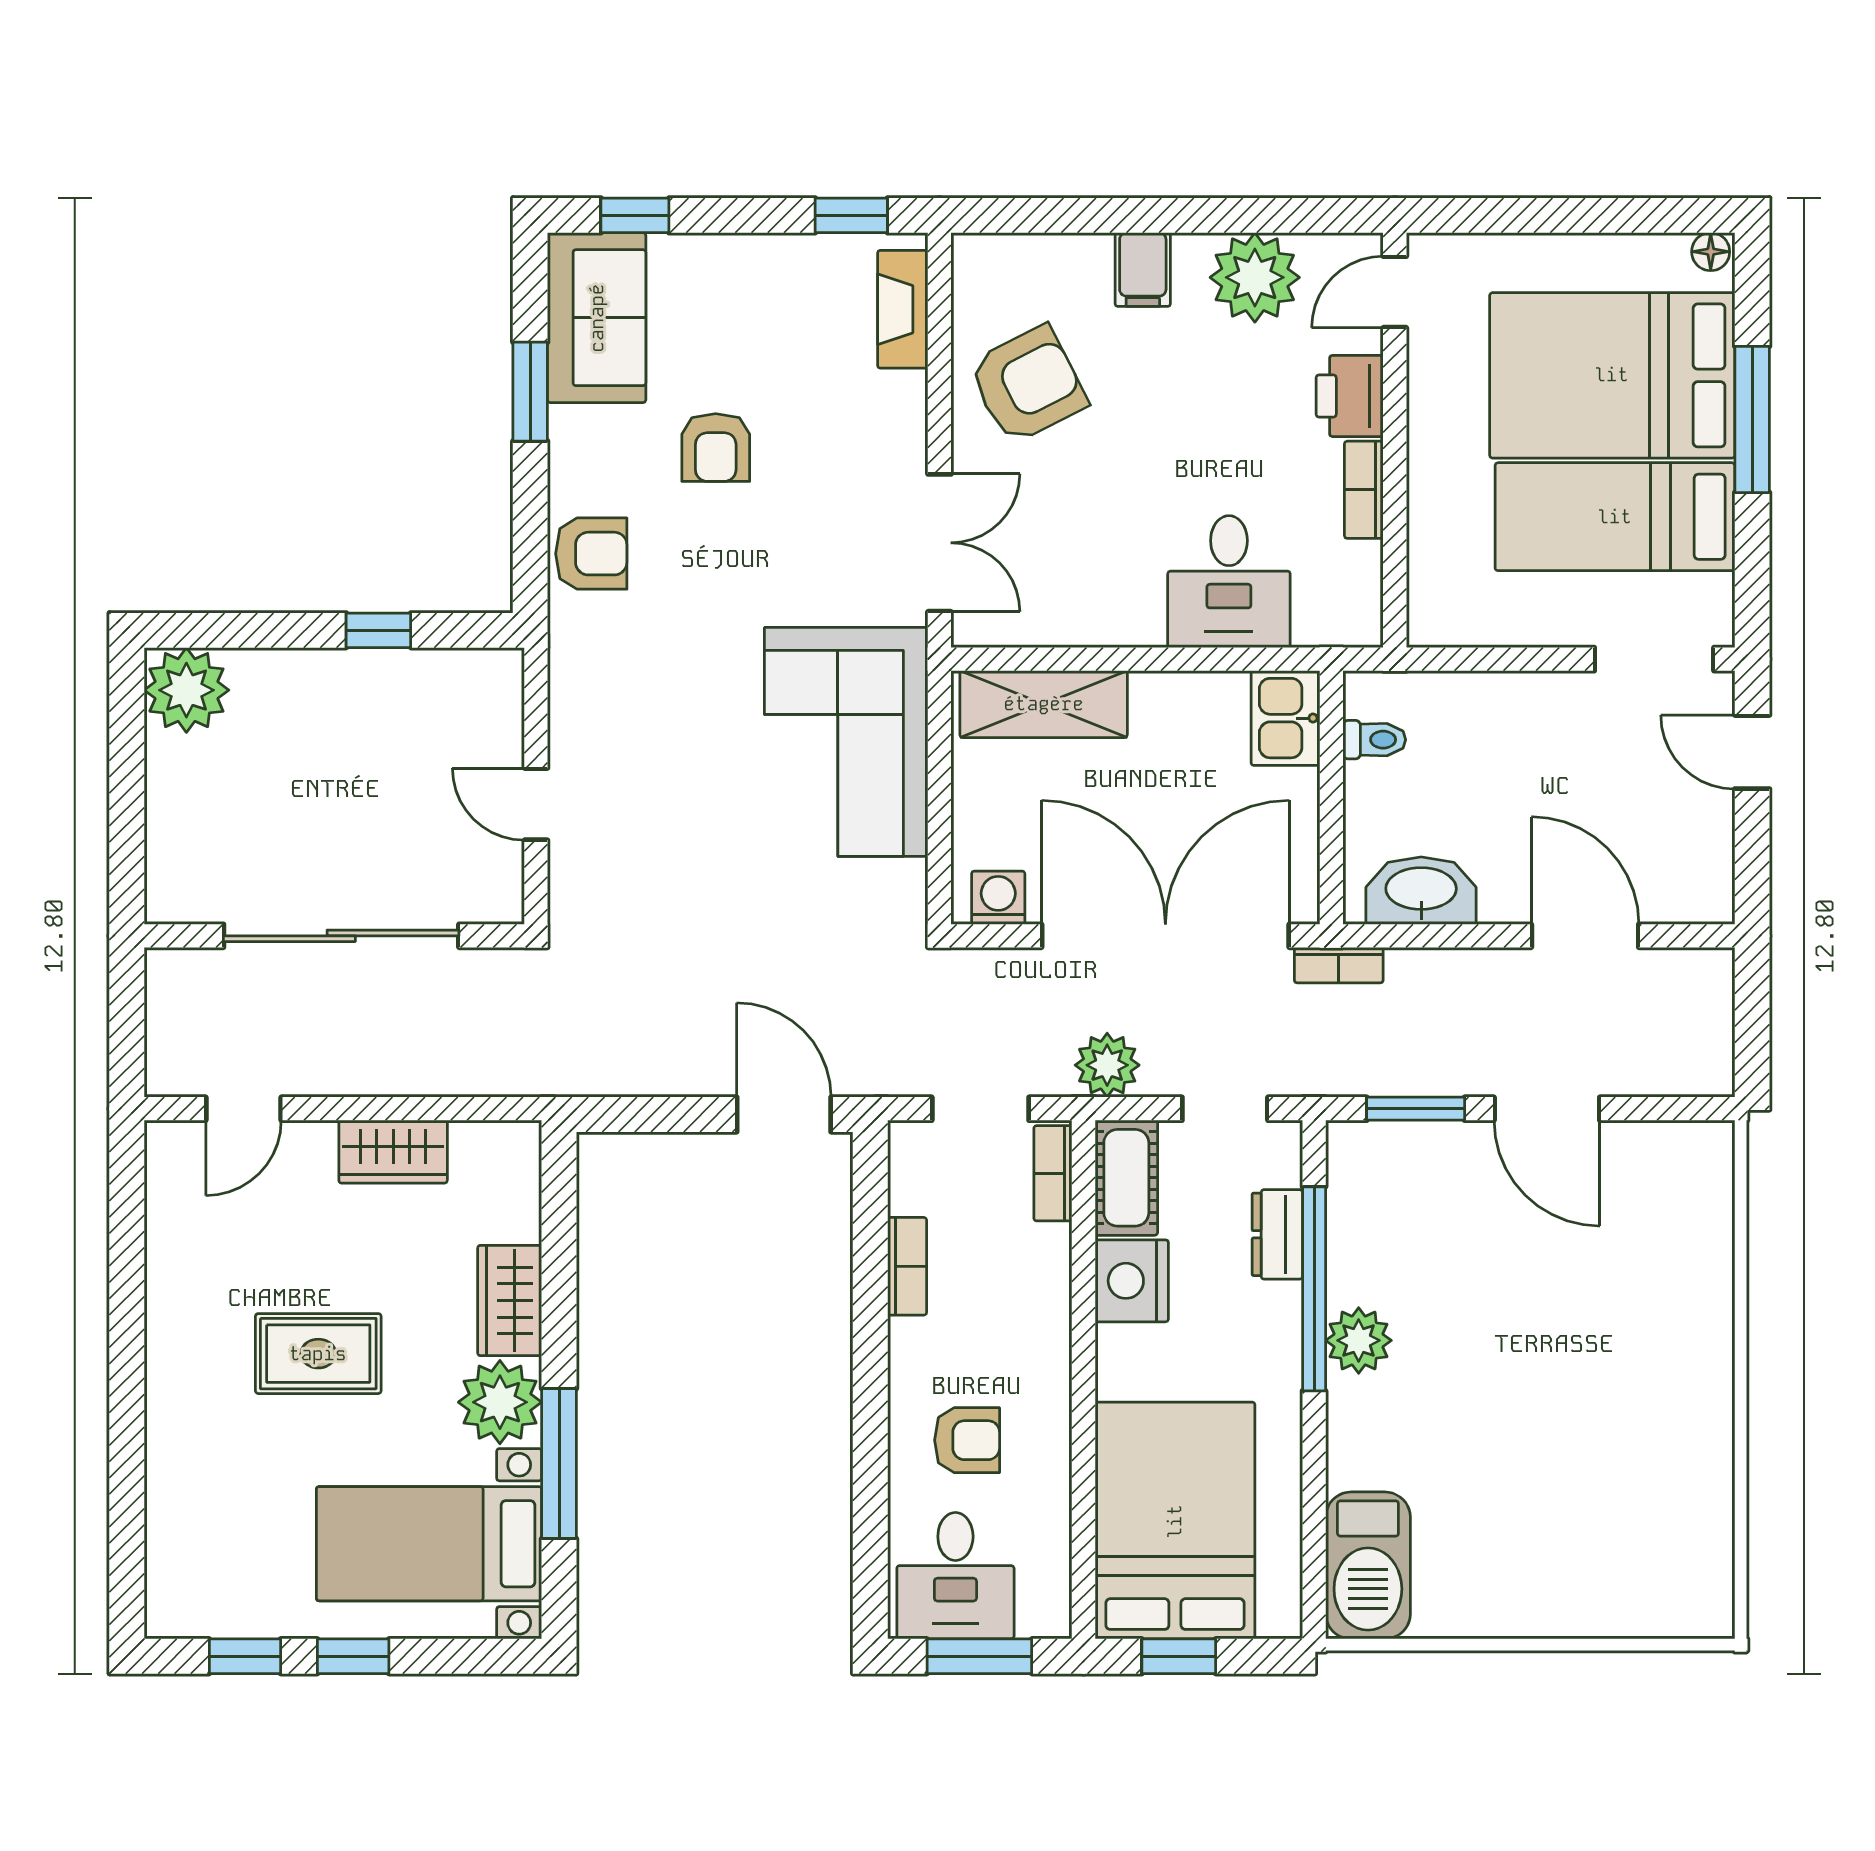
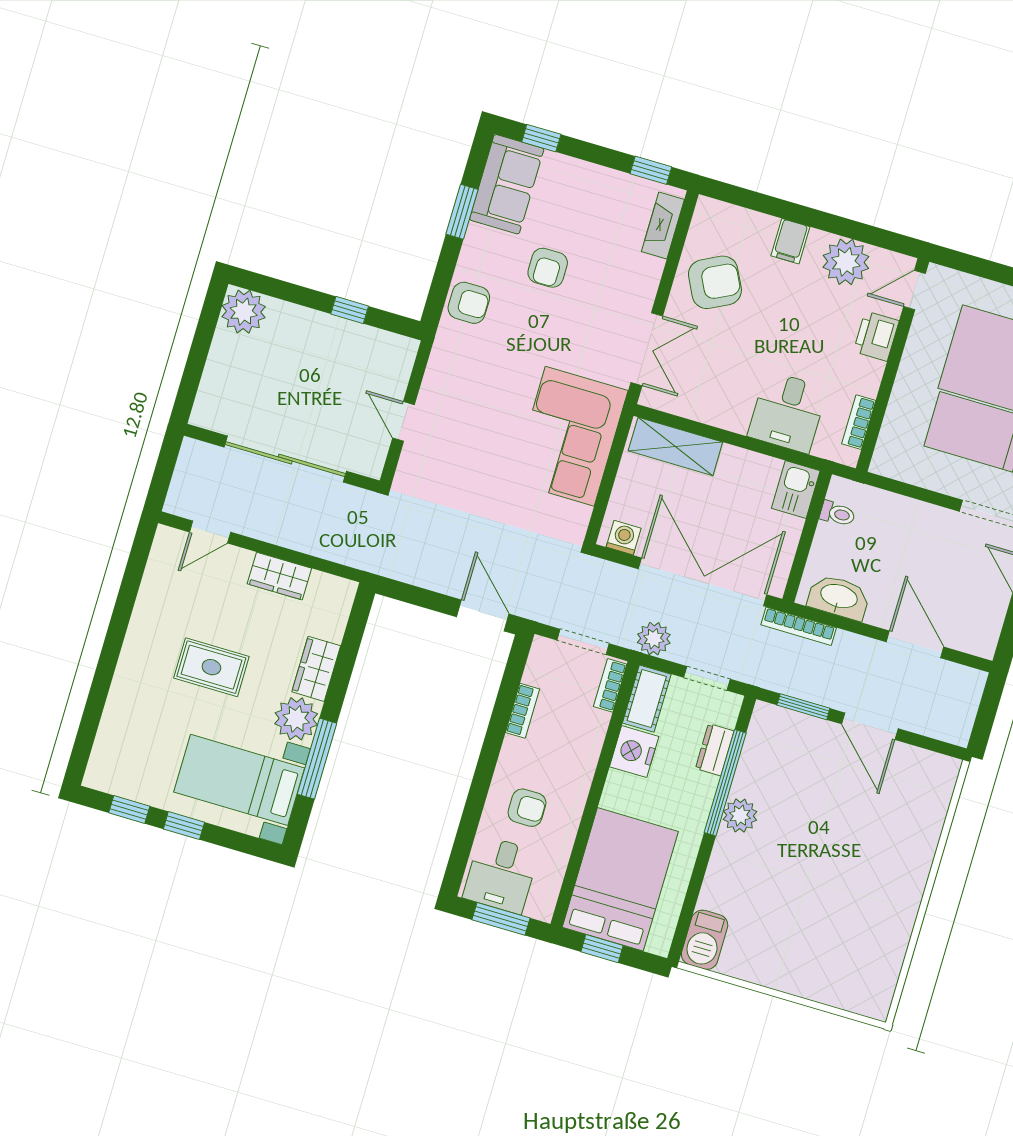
bookcase: (1364, 490) -> (859, 422), moved
bookcase: (1339, 965) -> (799, 626), width x1.56
barbecue: (1368, 1565) -> (705, 940), width x0.73, depth x0.83

